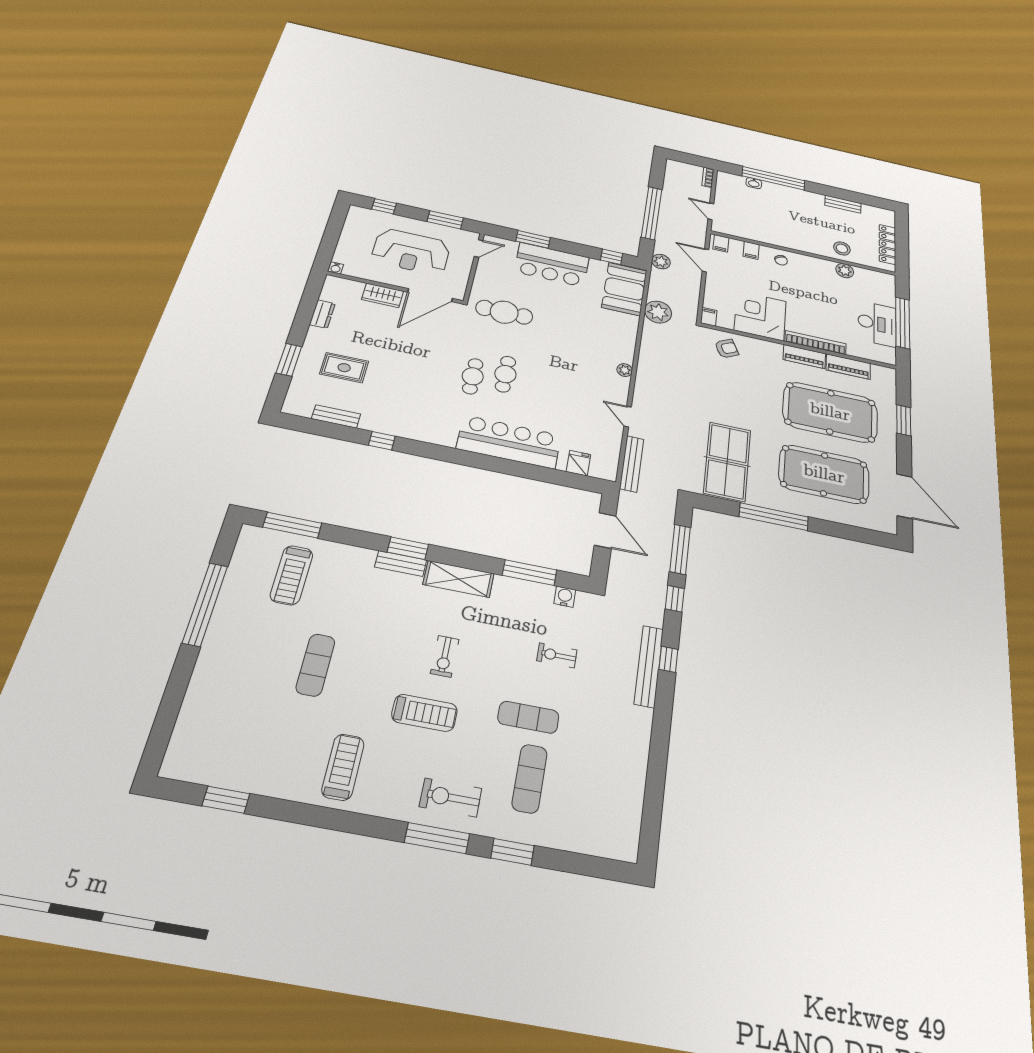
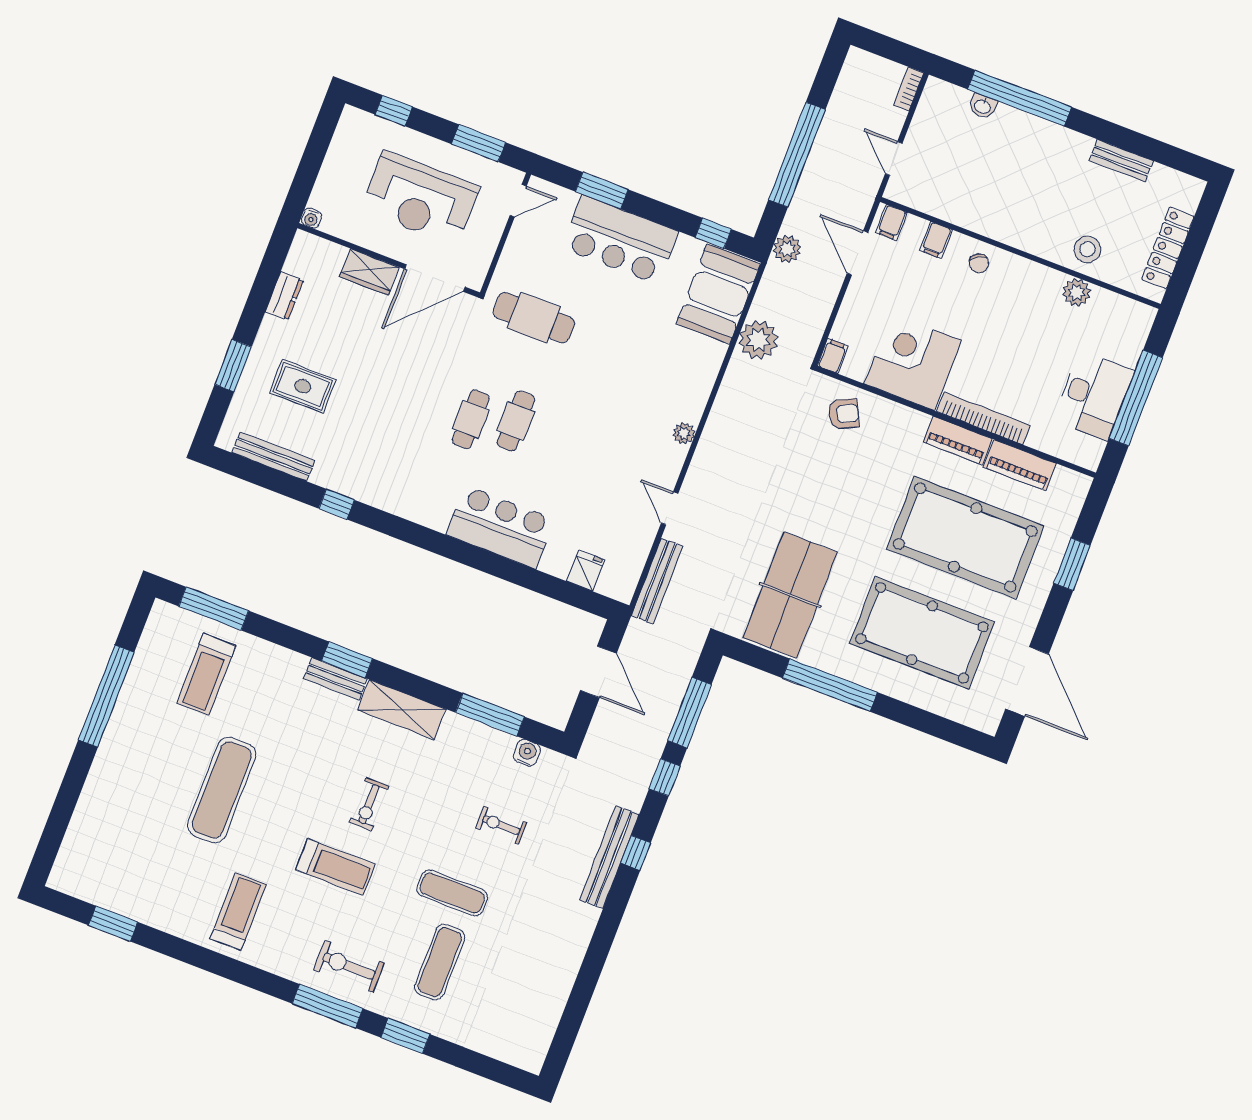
bench: (336, 416) -> (273, 457), width x1.36
bar counter: (509, 442) -> (500, 527), width x0.73
exercise mat: (316, 665) -> (222, 790), width x1.36, depth x1.45

